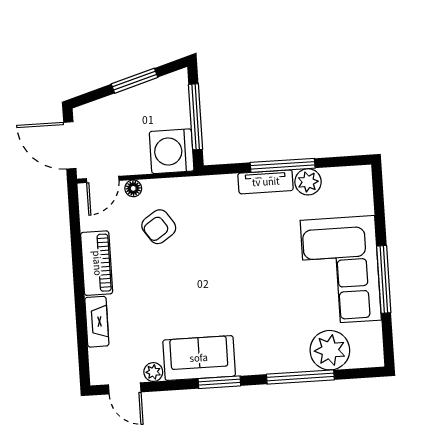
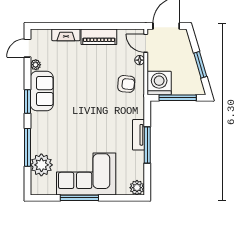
plant: (308, 182) -> (137, 188), moved
armchair: (159, 227) -> (126, 84), moved, turned 129

